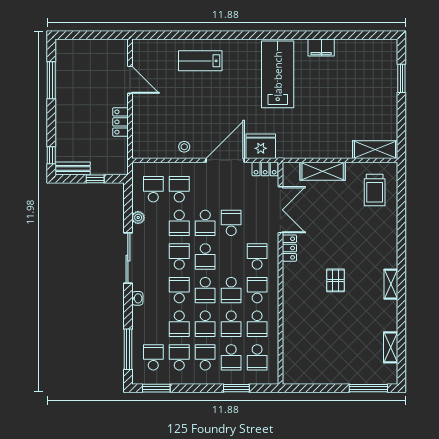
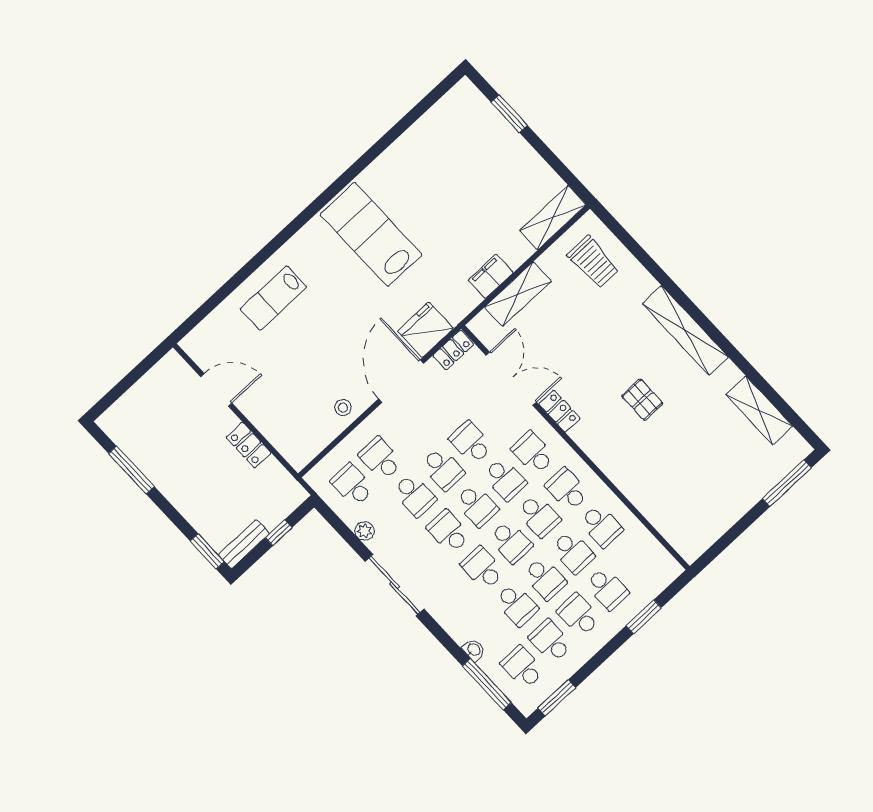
filing cabinet: (321, 48) -> (491, 276), moved, turned 180
window: (51, 155) -> (207, 551), width x1.50
shelving: (391, 284) -> (685, 330), width x2.20, depth x1.33
washbasin: (137, 298) -> (474, 650), moved
shelving: (391, 347) -> (759, 410), width x1.50, depth x1.33
school desk: (257, 357) -> (505, 479), moved

